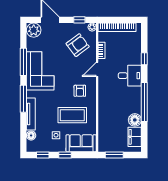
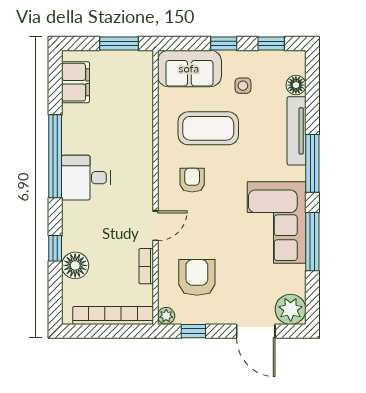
armchair: (78, 45) -> (197, 277), turned 127
desk: (130, 76) -> (86, 178), moved
floor lamp: (135, 120) -> (75, 265), moved

